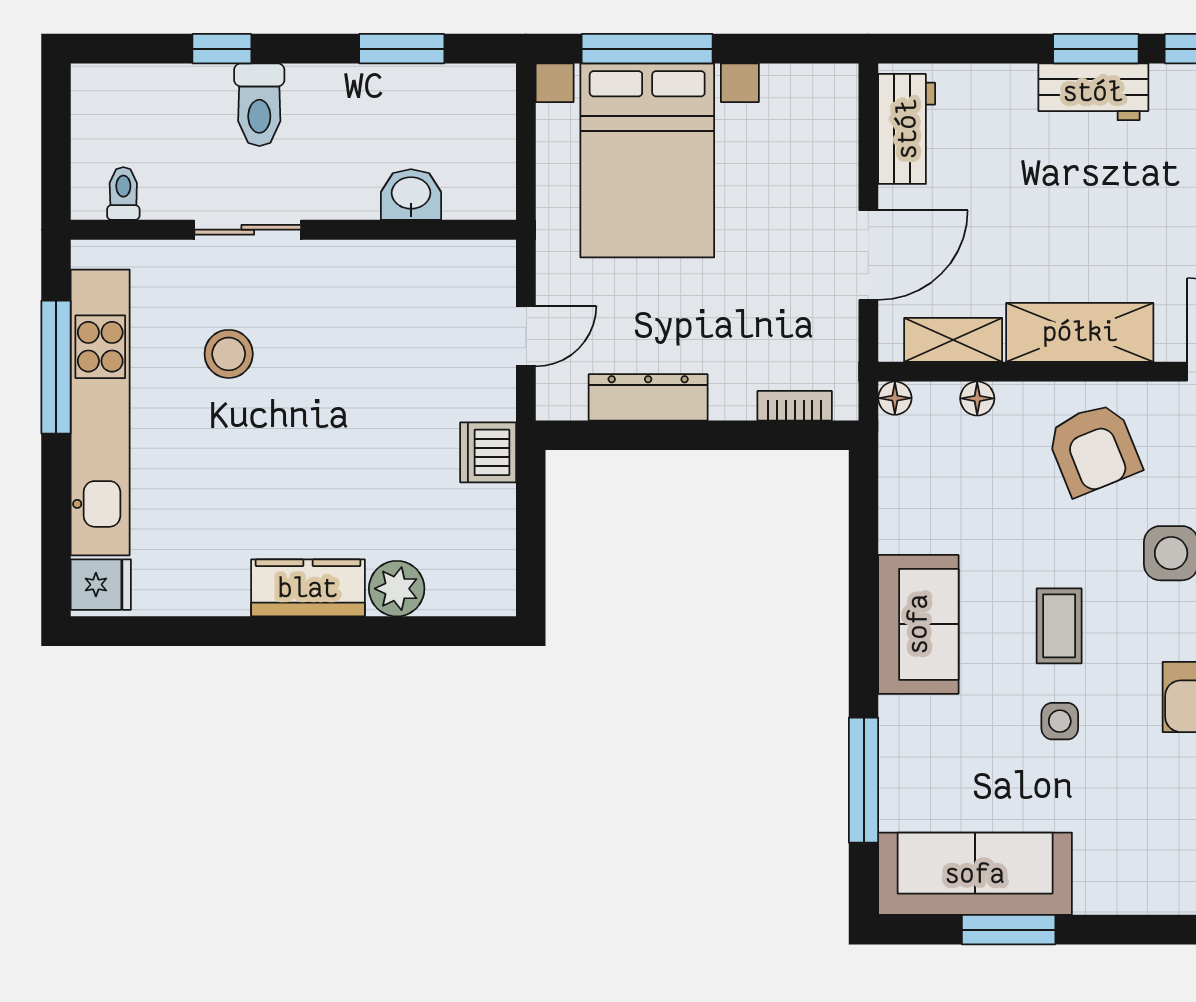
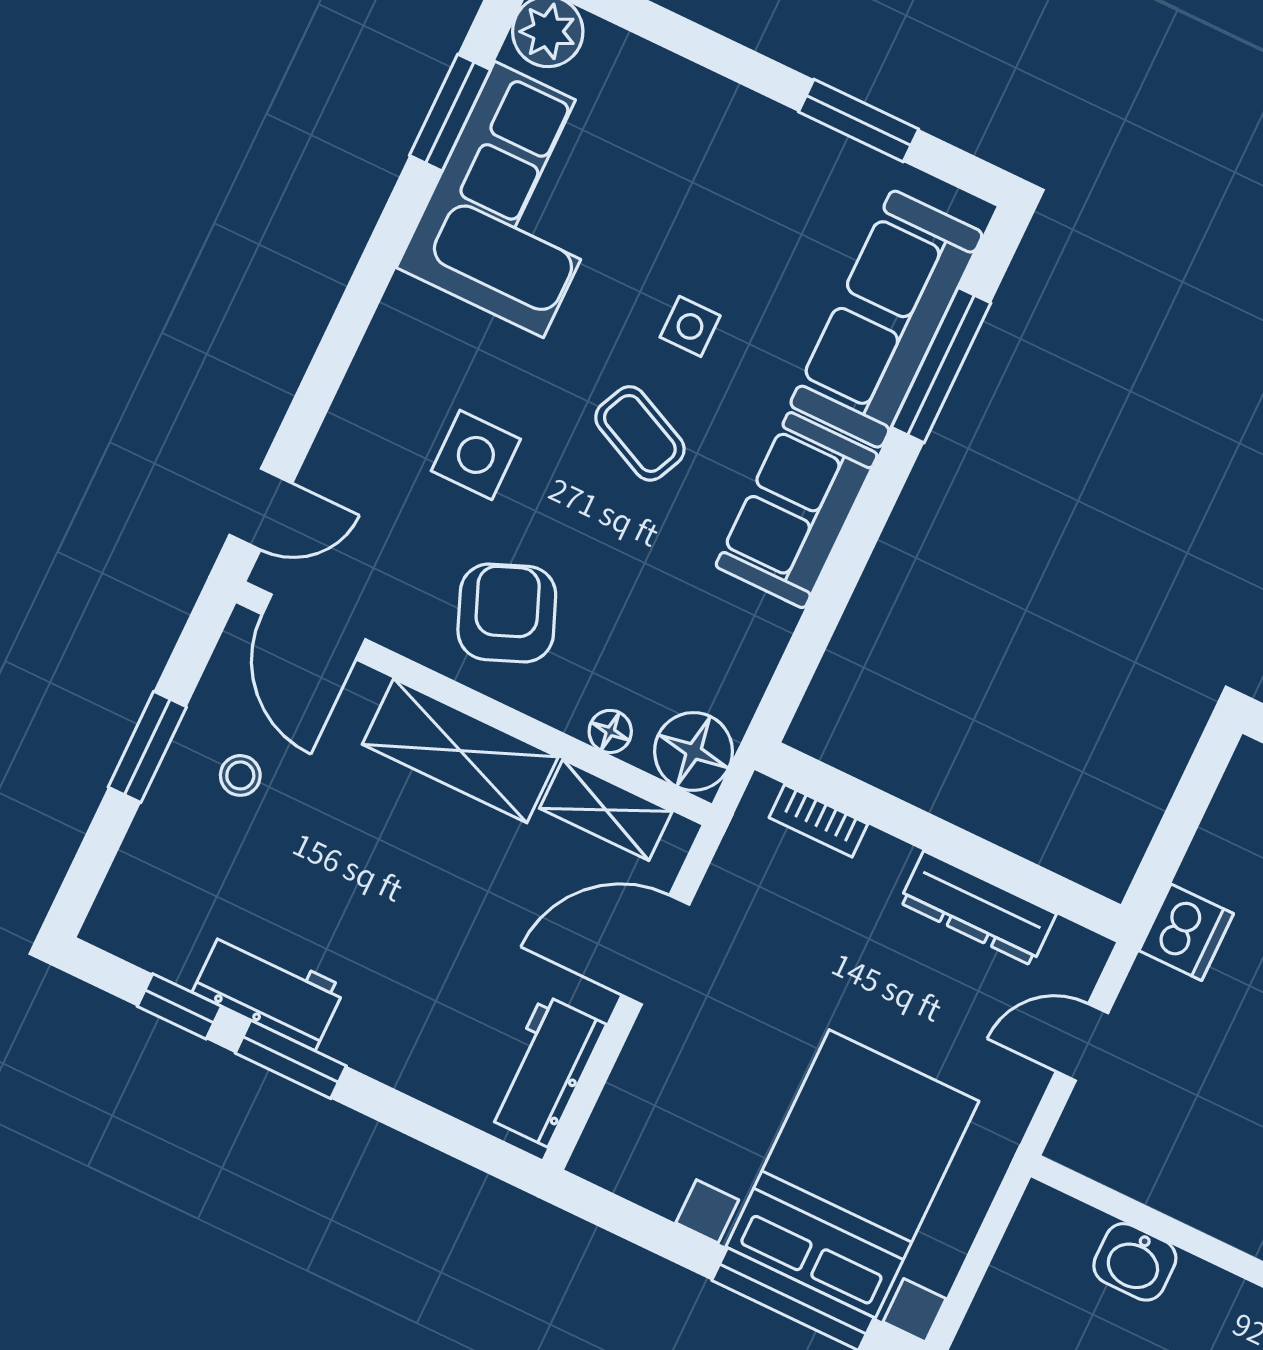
workbench: (1093, 92) -> (269, 990), moved
floor lamp: (895, 398) -> (694, 751), width x1.89, depth x1.89
coffee table: (1059, 626) -> (640, 433), turned -65
sofa: (975, 874) -> (886, 319), moved, turned 90

